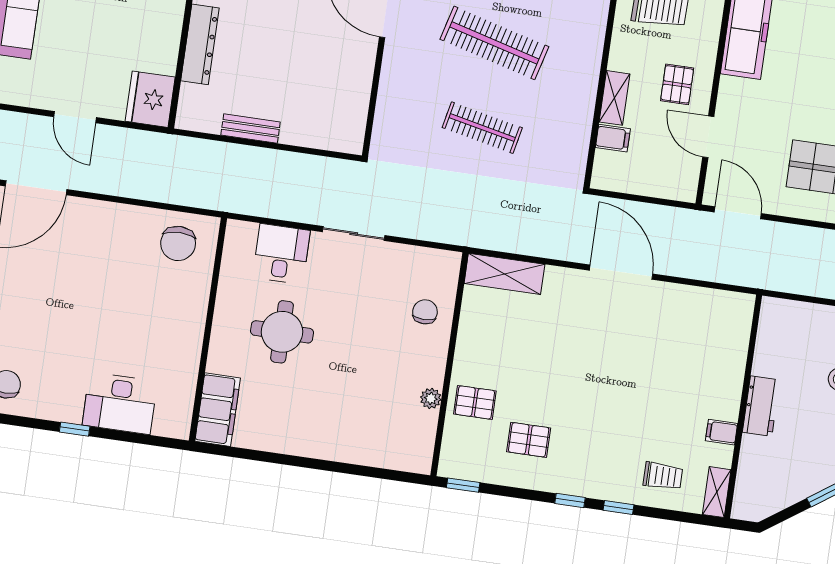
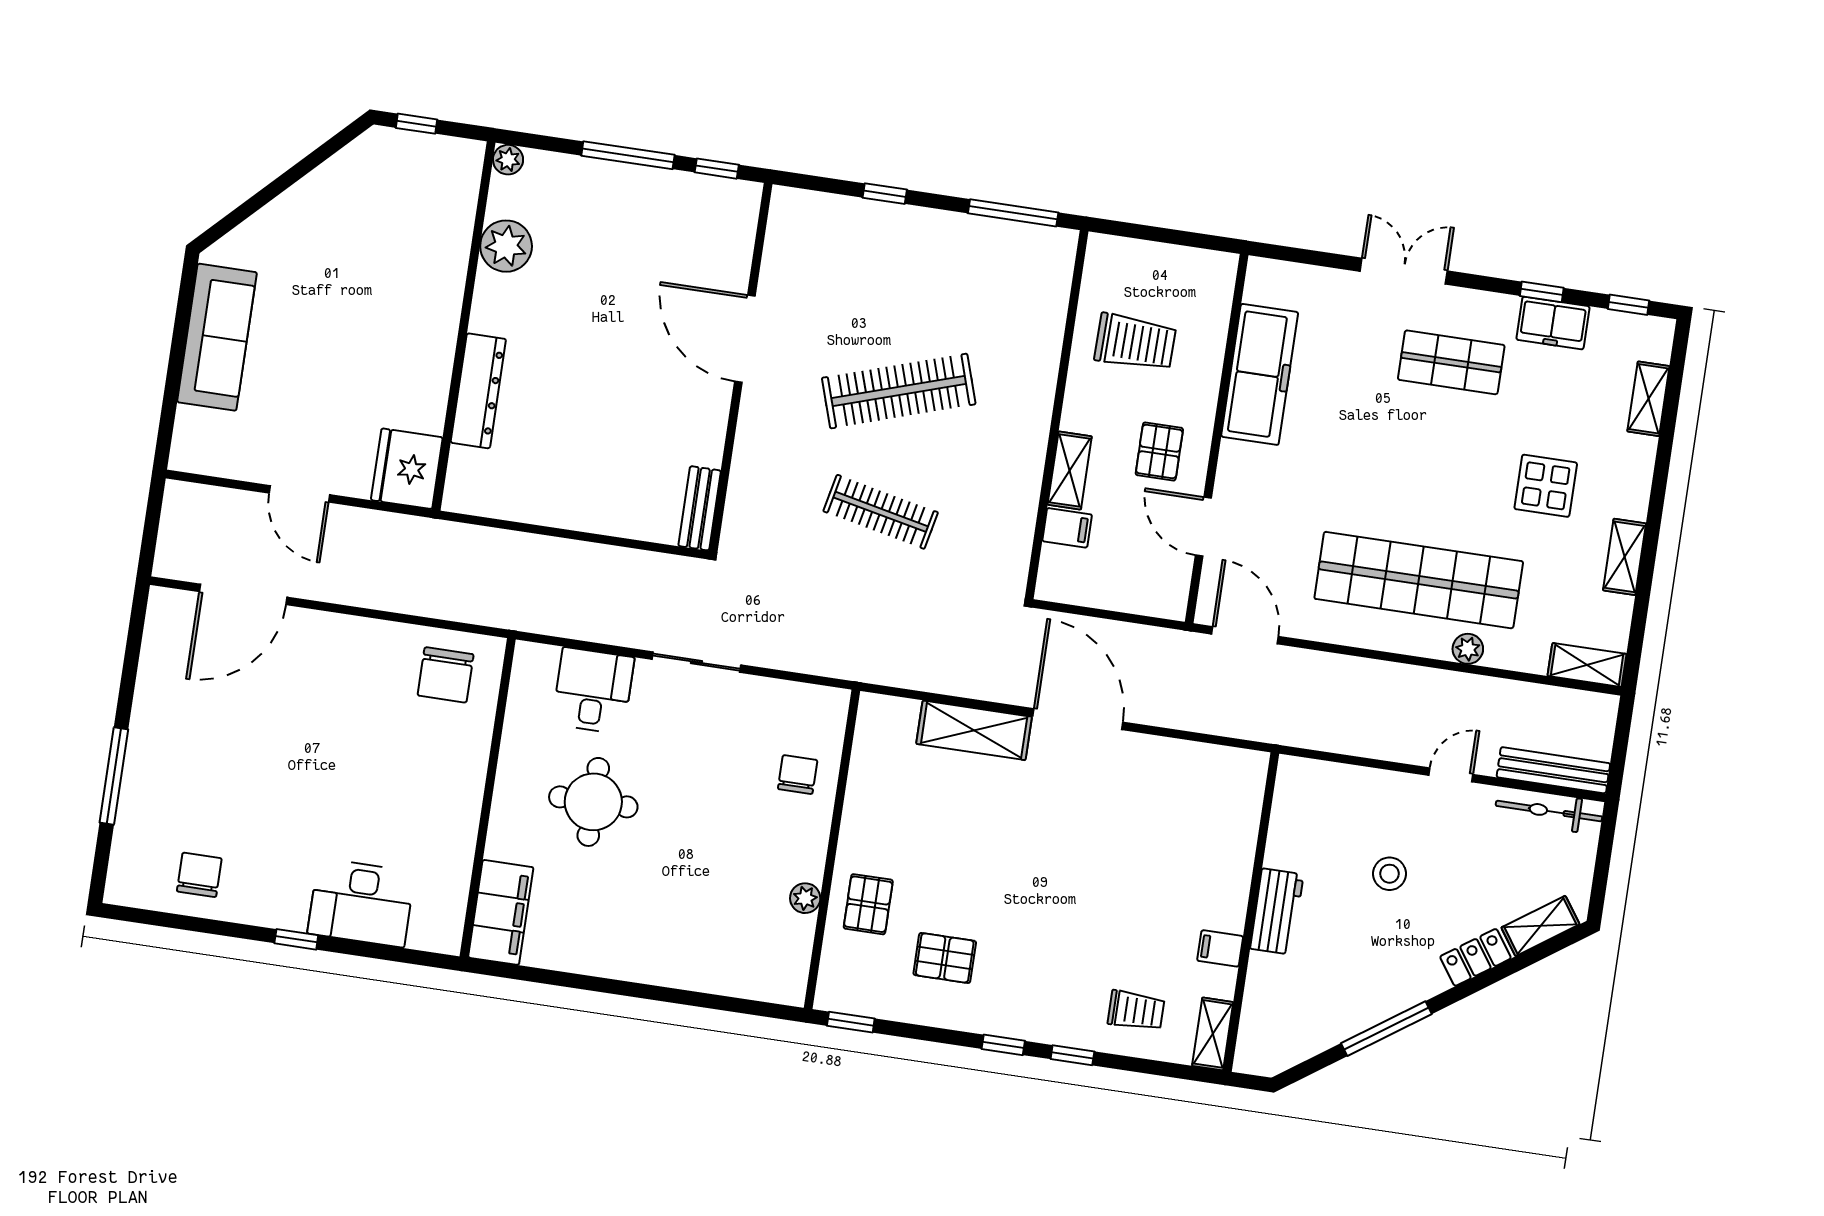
clothes rail: (494, 43) -> (899, 391), turned -33
bench: (251, 128) -> (700, 508), moved, turned 90
shelving: (504, 274) -> (974, 730), moved
pallet: (475, 402) -> (868, 904), turned 90

